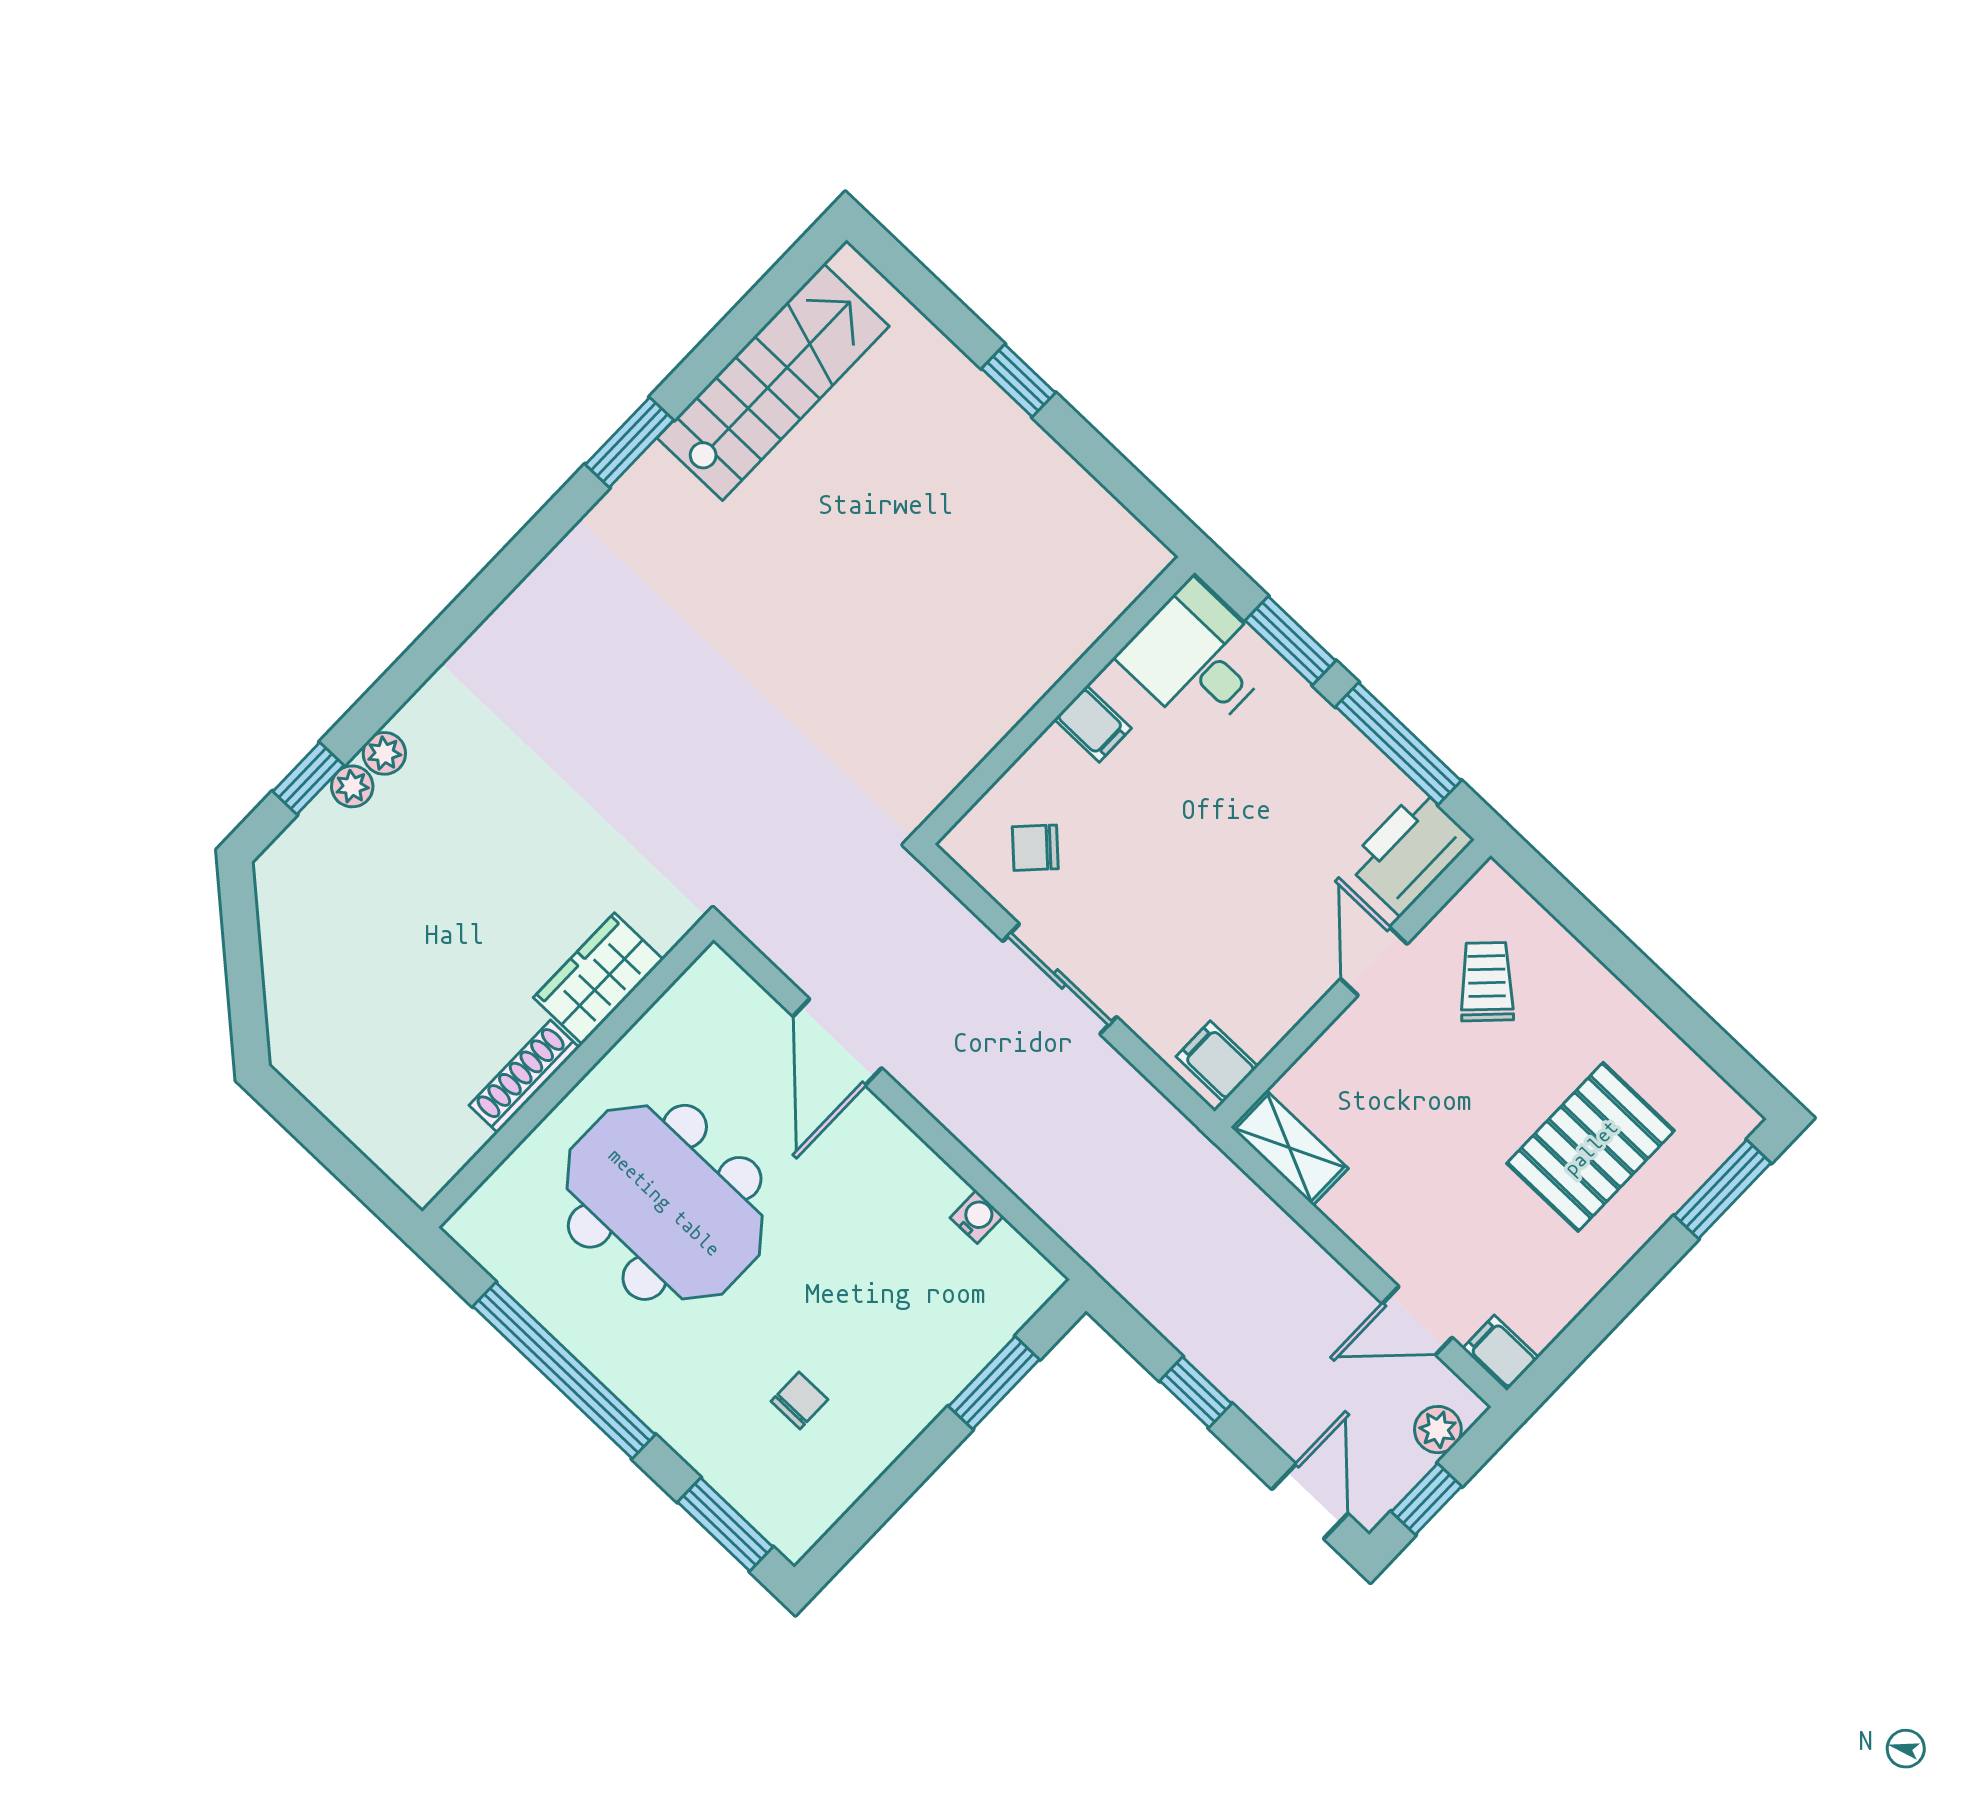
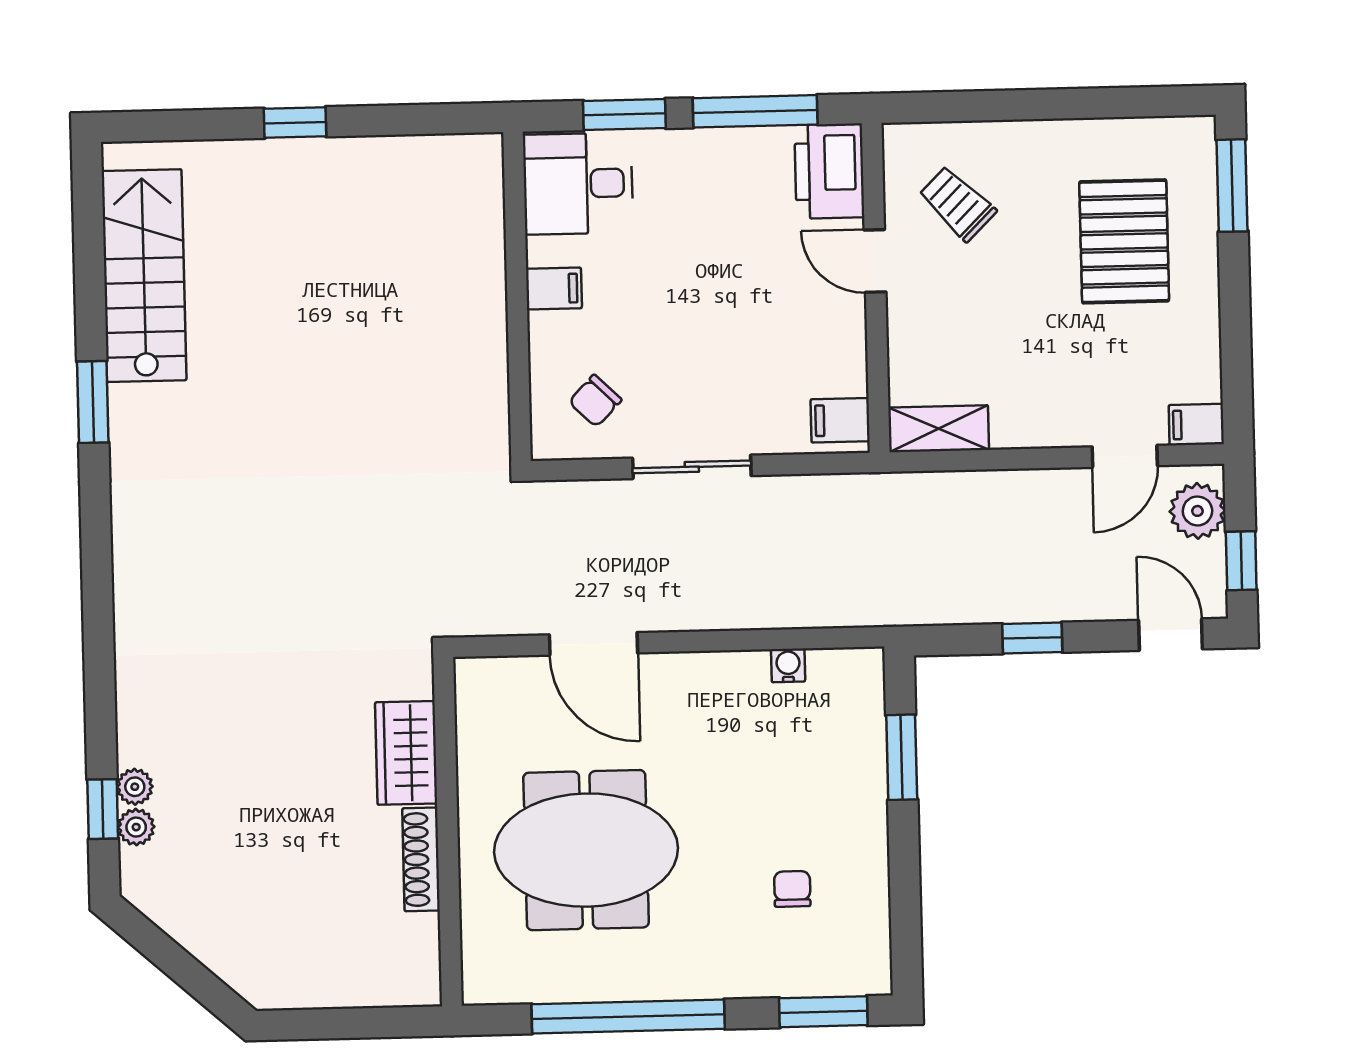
plant: (384, 753) -> (136, 827), moved
plant: (1438, 1430) -> (1197, 511), width x1.38, depth x1.38

